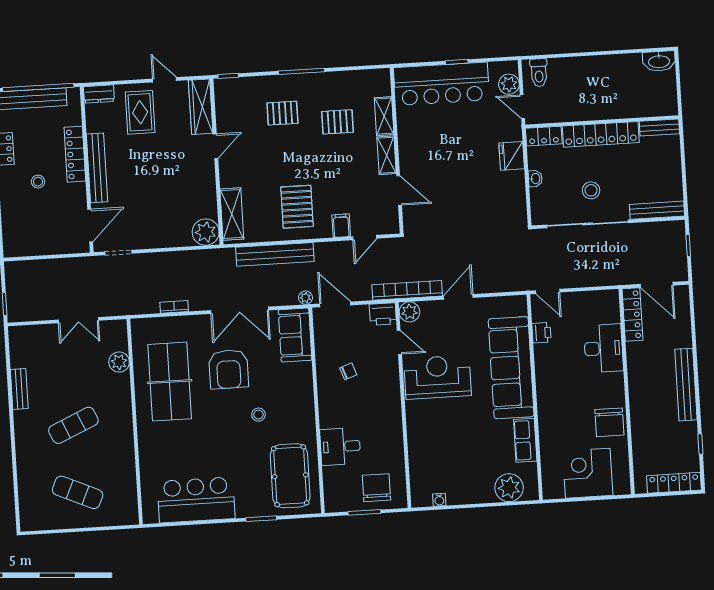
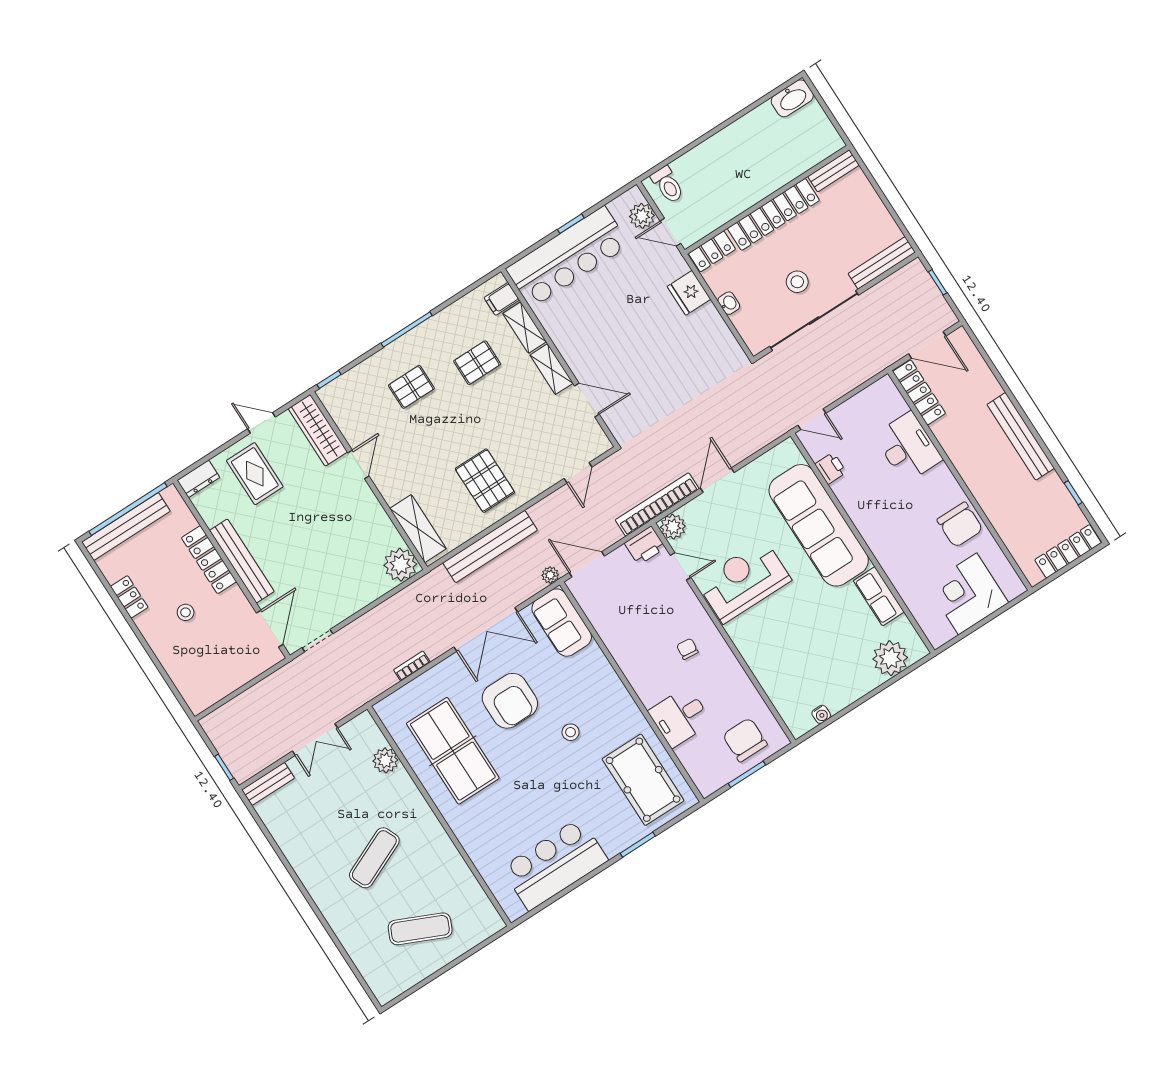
filing cabinet: (341, 226) -> (502, 299), moved, turned -90
chair: (348, 371) -> (687, 649), moved, turned -64
bench: (19, 389) -> (268, 784), moved, turned 90

